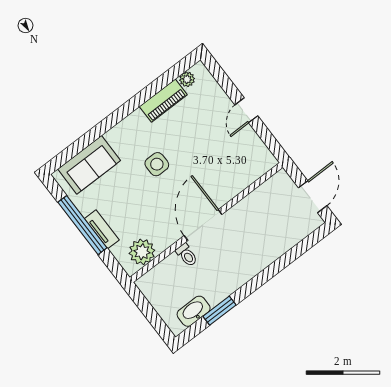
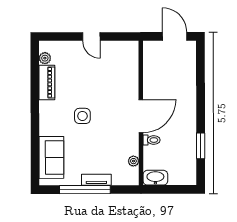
door: (203, 225) -> (141, 116), swing flipped
plant: (142, 252) -> (133, 161), width x0.53, depth x0.53
washbasin: (194, 311) -> (155, 178), moved, turned 90

